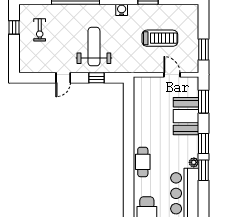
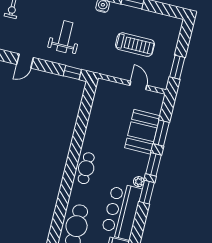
weight bench: (94, 47) -> (65, 37), width x0.73, depth x0.75
window: (96, 78) -> (72, 73), moved
window: (203, 102) -> (161, 133), moved

